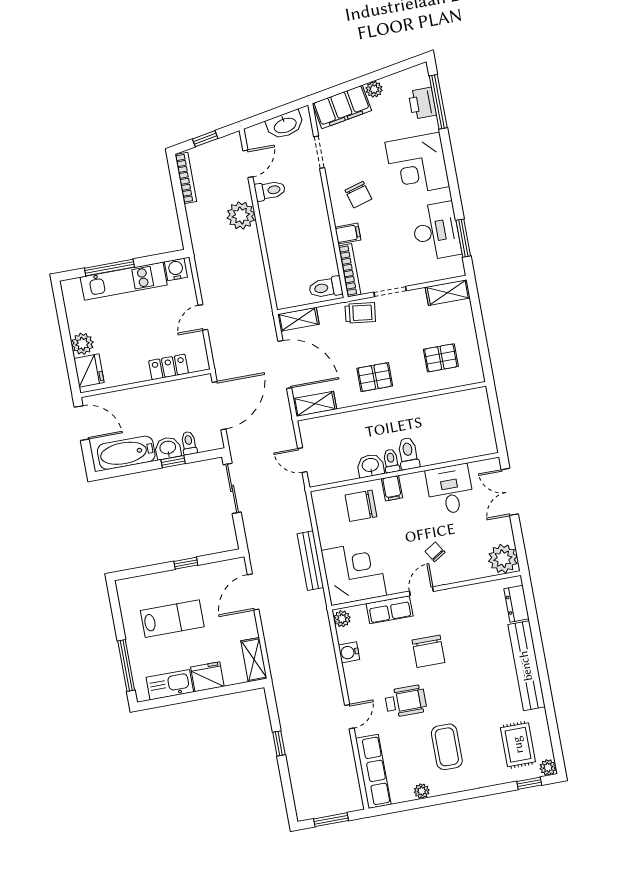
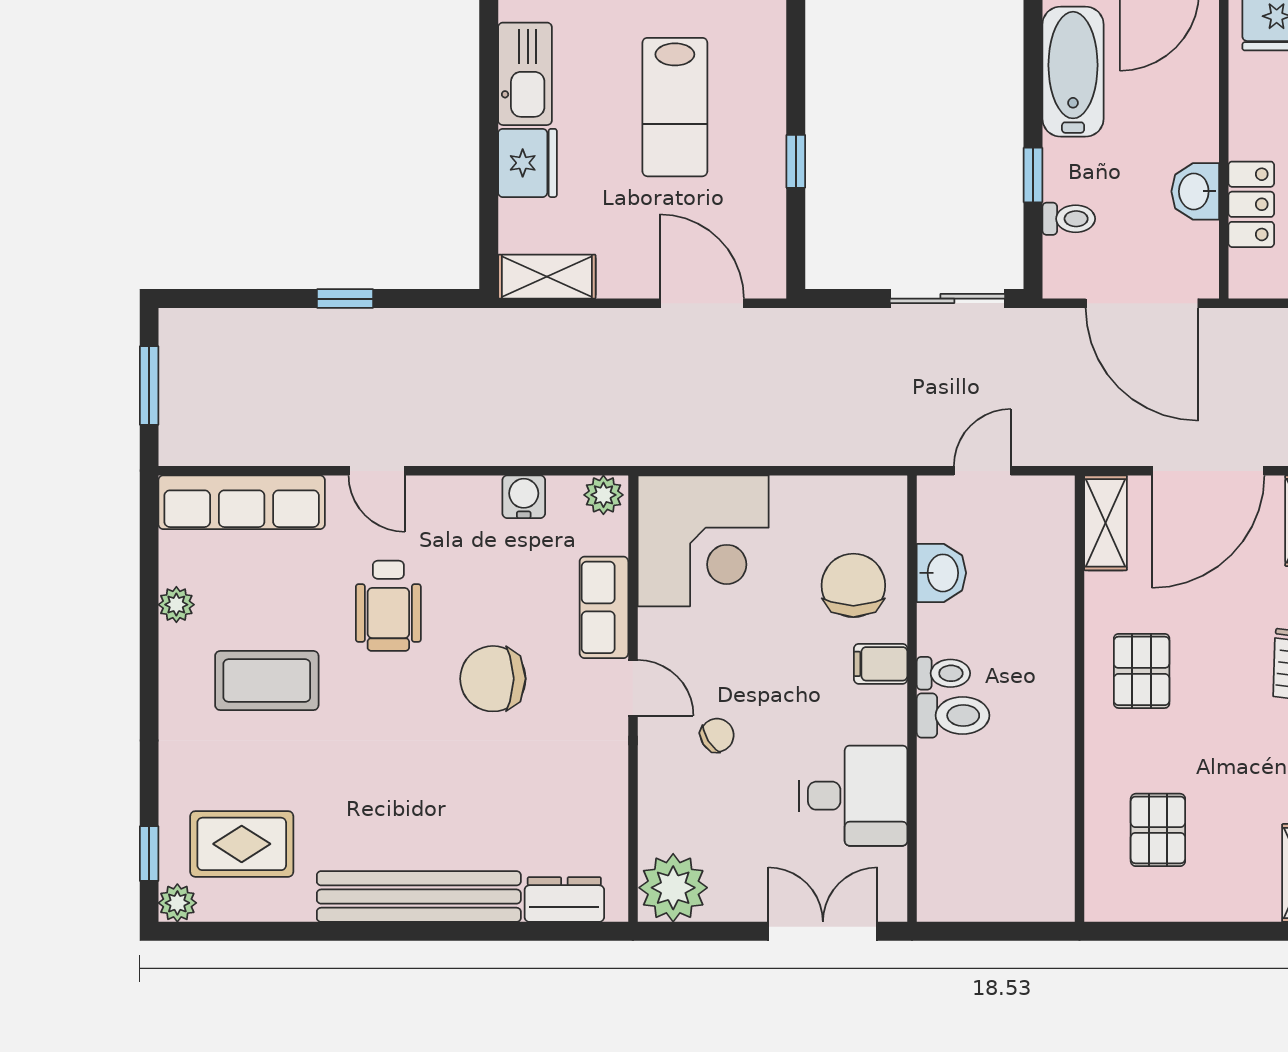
washbasin: (168, 448) -> (1195, 191), moved, turned 180
washbasin: (370, 466) -> (941, 573), moved
bench: (310, 561) -> (749, 447), removed

